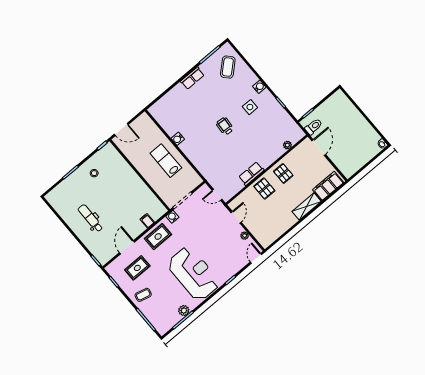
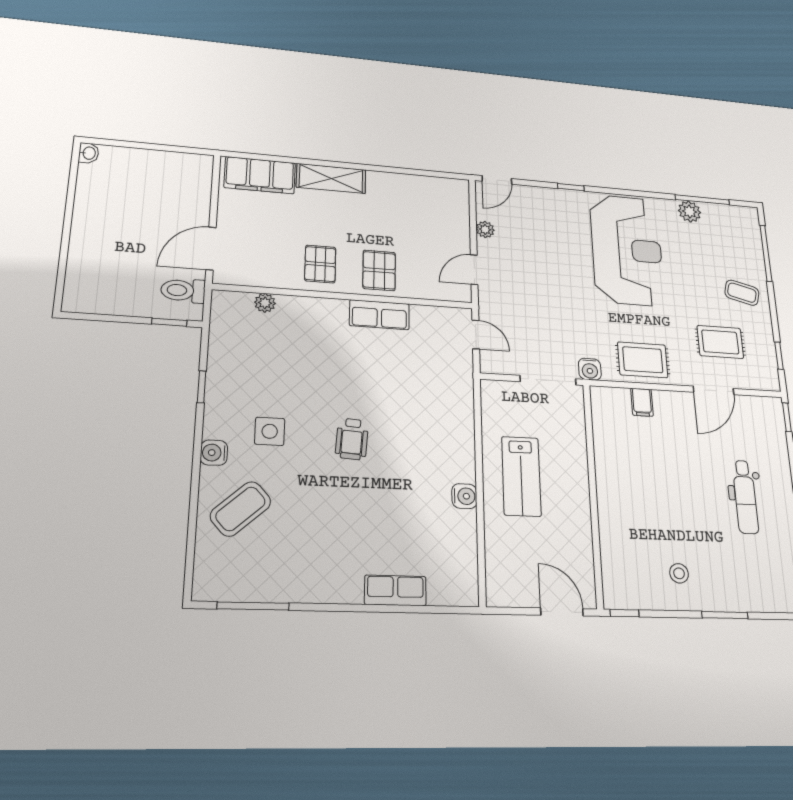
coffee table: (228, 67) -> (241, 509), moved
row of seats: (192, 78) -> (395, 590), moved
reception desk: (194, 274) -> (627, 250), turned 180

